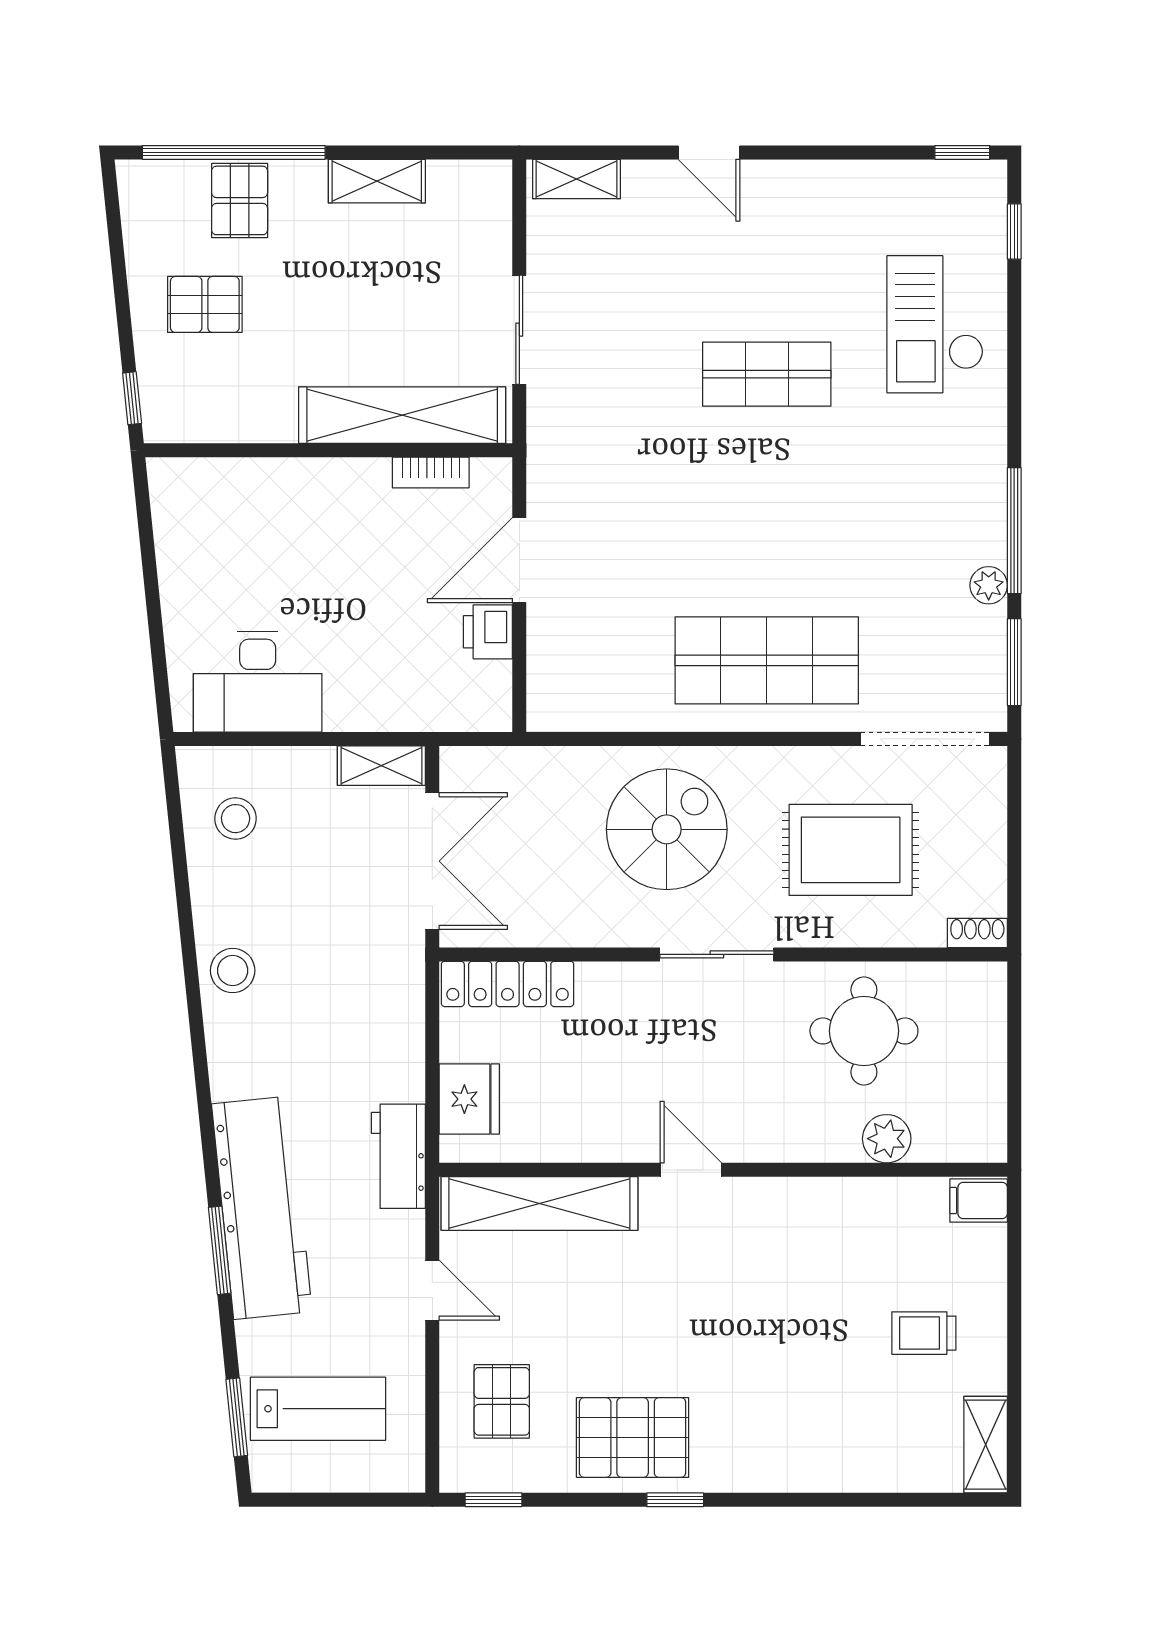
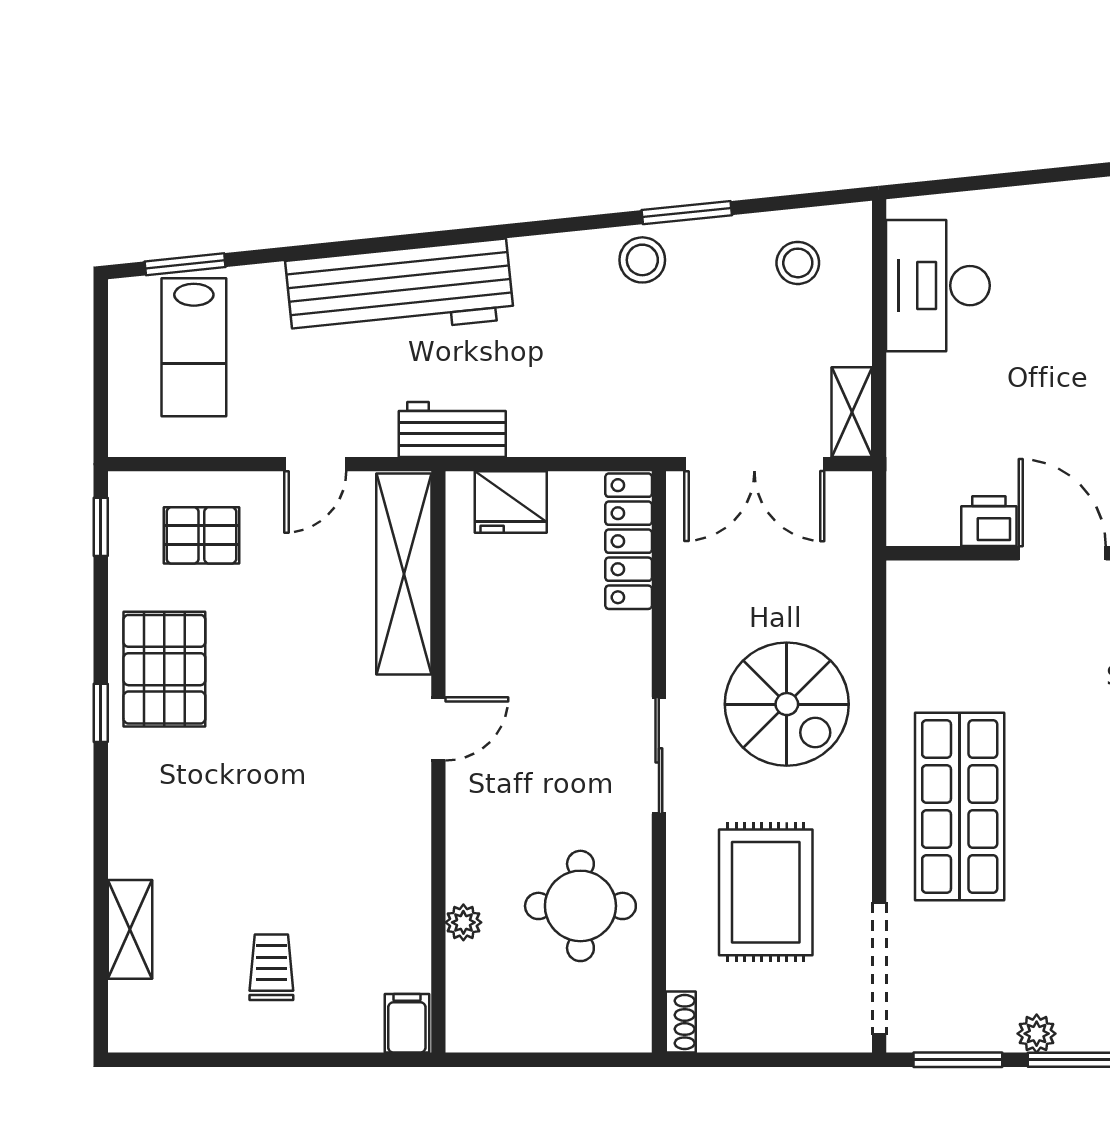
plant: (887, 1139) -> (463, 922), width x0.73, depth x0.73
window: (220, 1250) -> (687, 213), moved
shelving: (986, 1445) -> (130, 929), moved, turned 90

